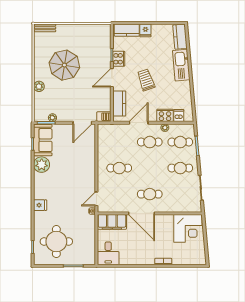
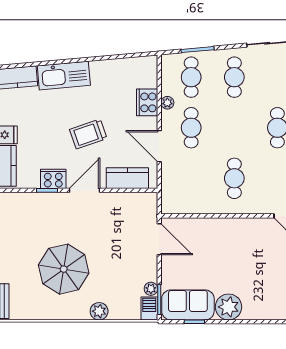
door: (112, 78) -> (85, 190), swing flipped
dishwasher: (179, 116) -> (147, 80), removed
barbecue: (104, 117) -> (149, 308), moved

